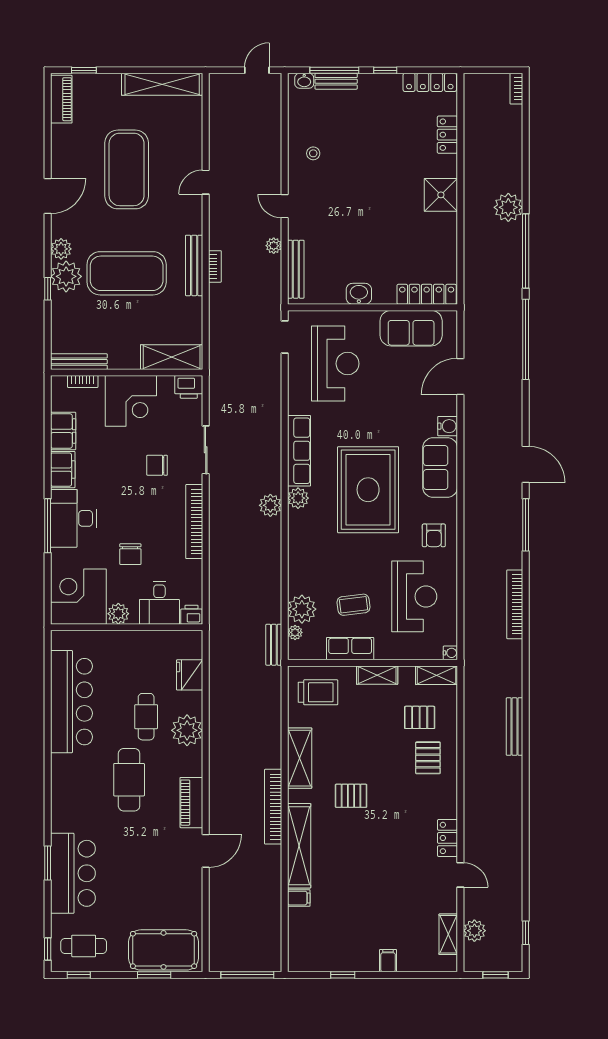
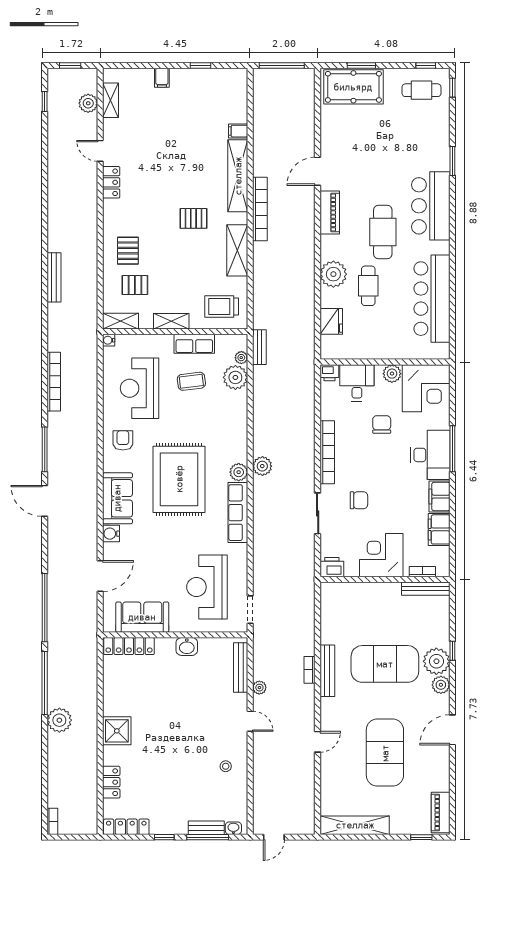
shelving: (172, 357) -> (347, 592), removed
bar counter: (73, 873) -> (431, 206), moved

